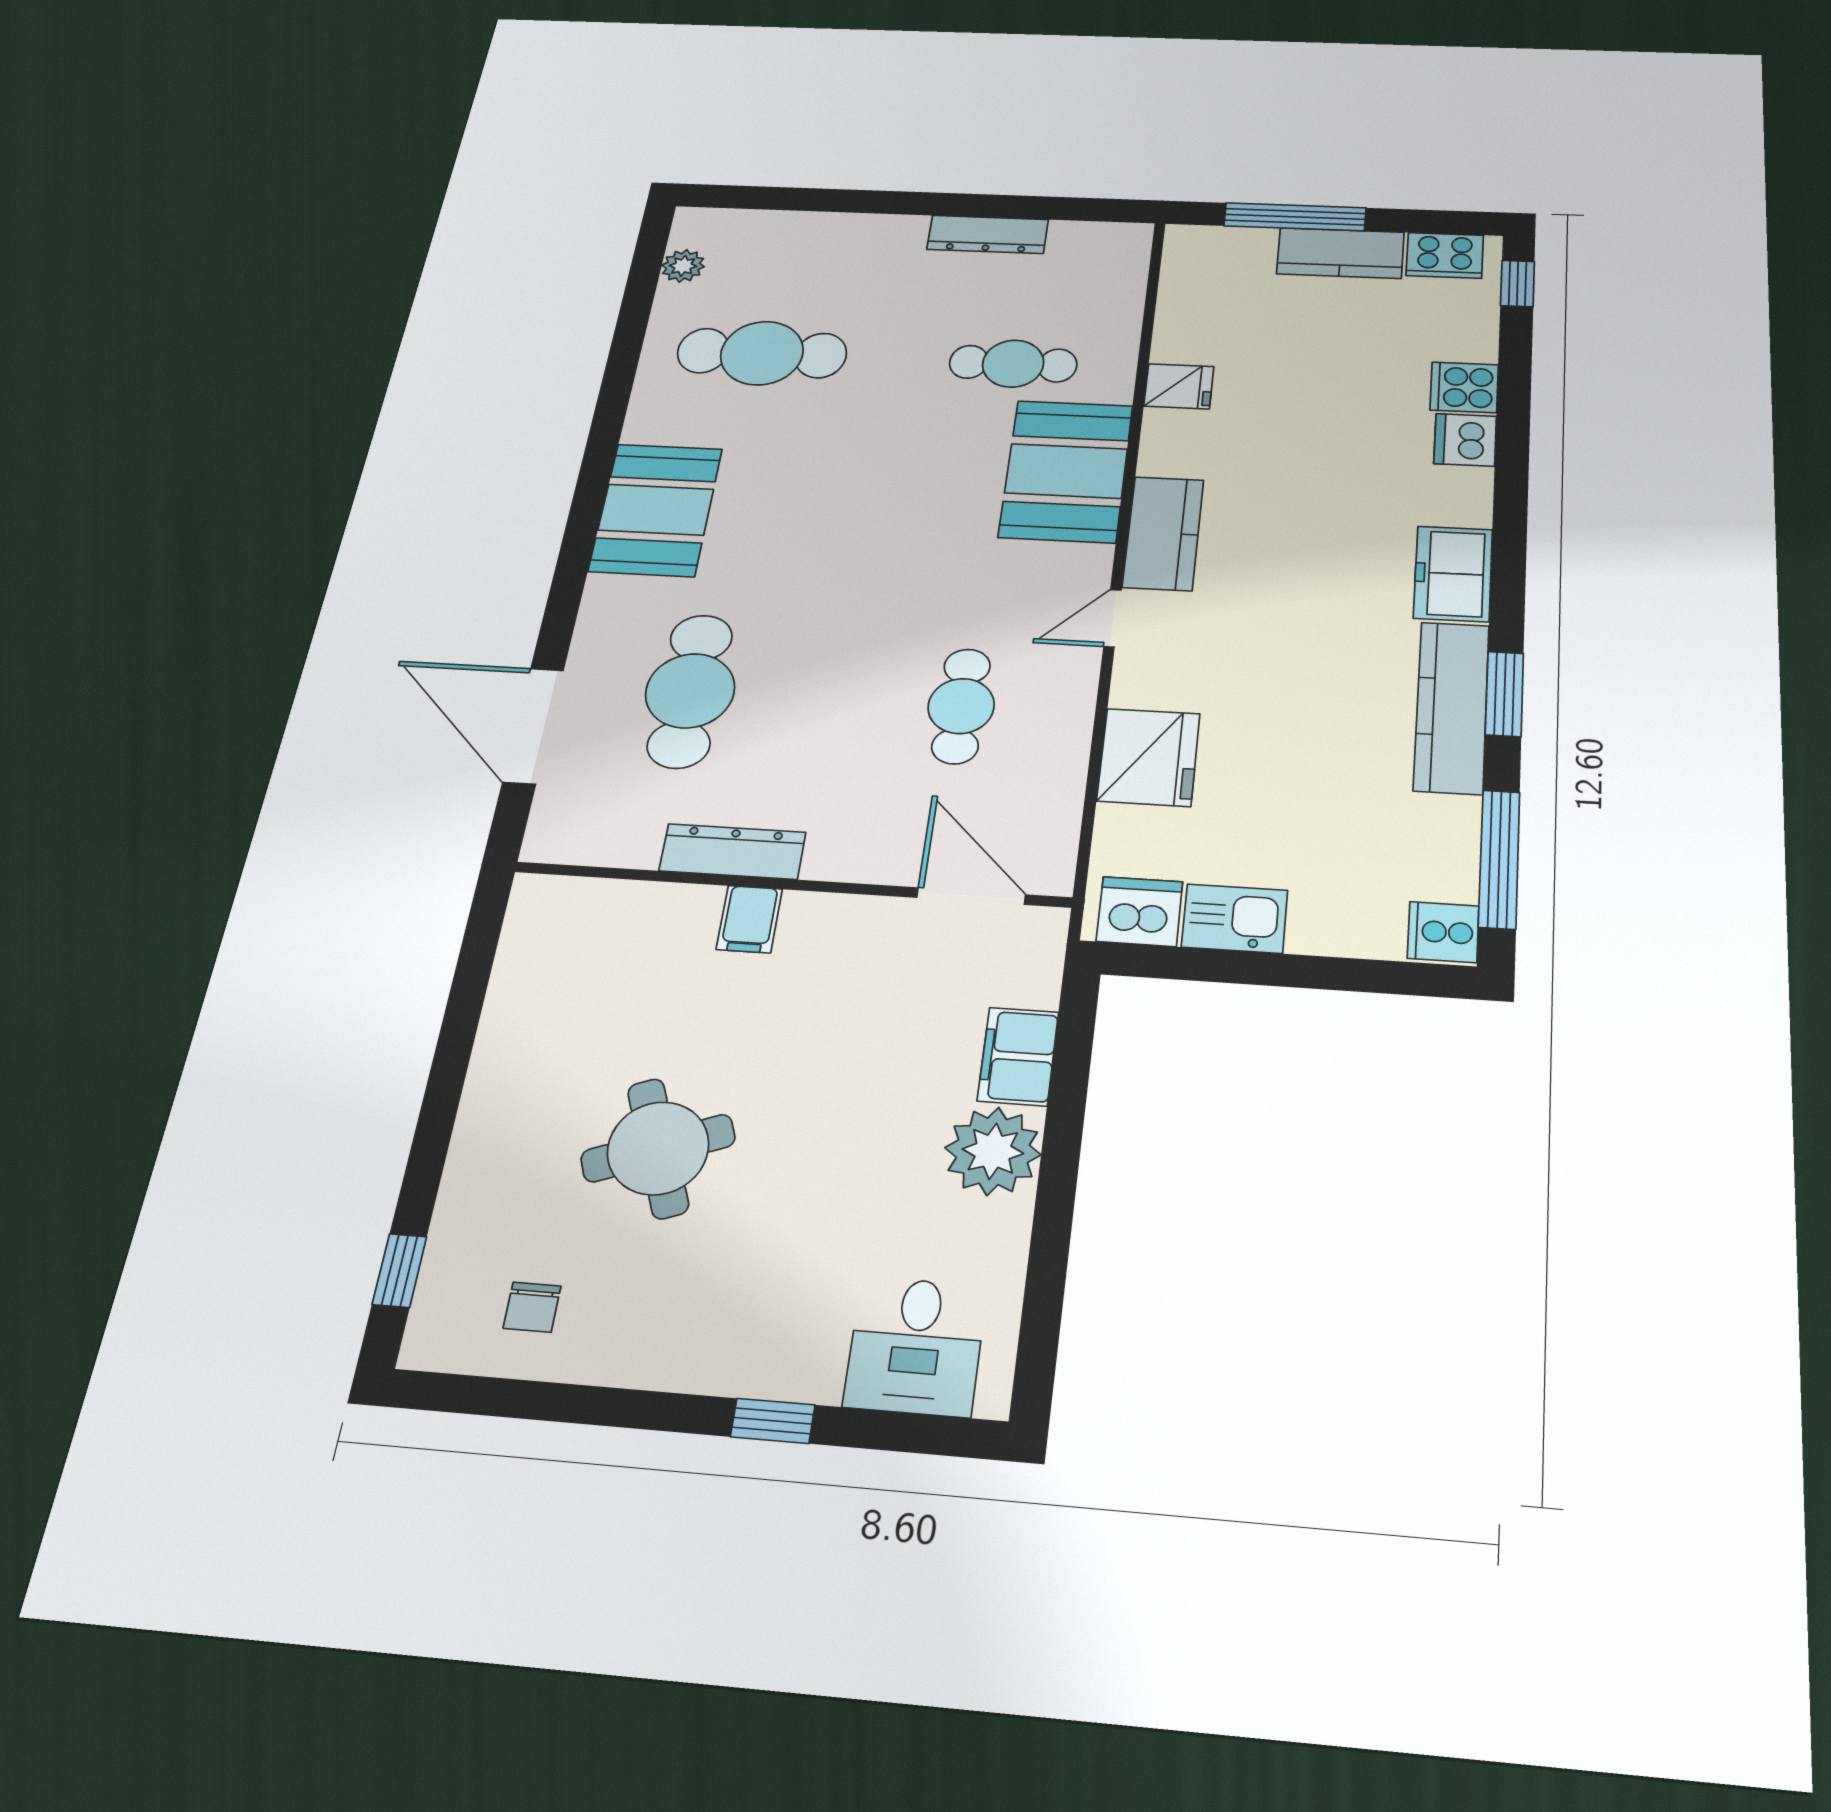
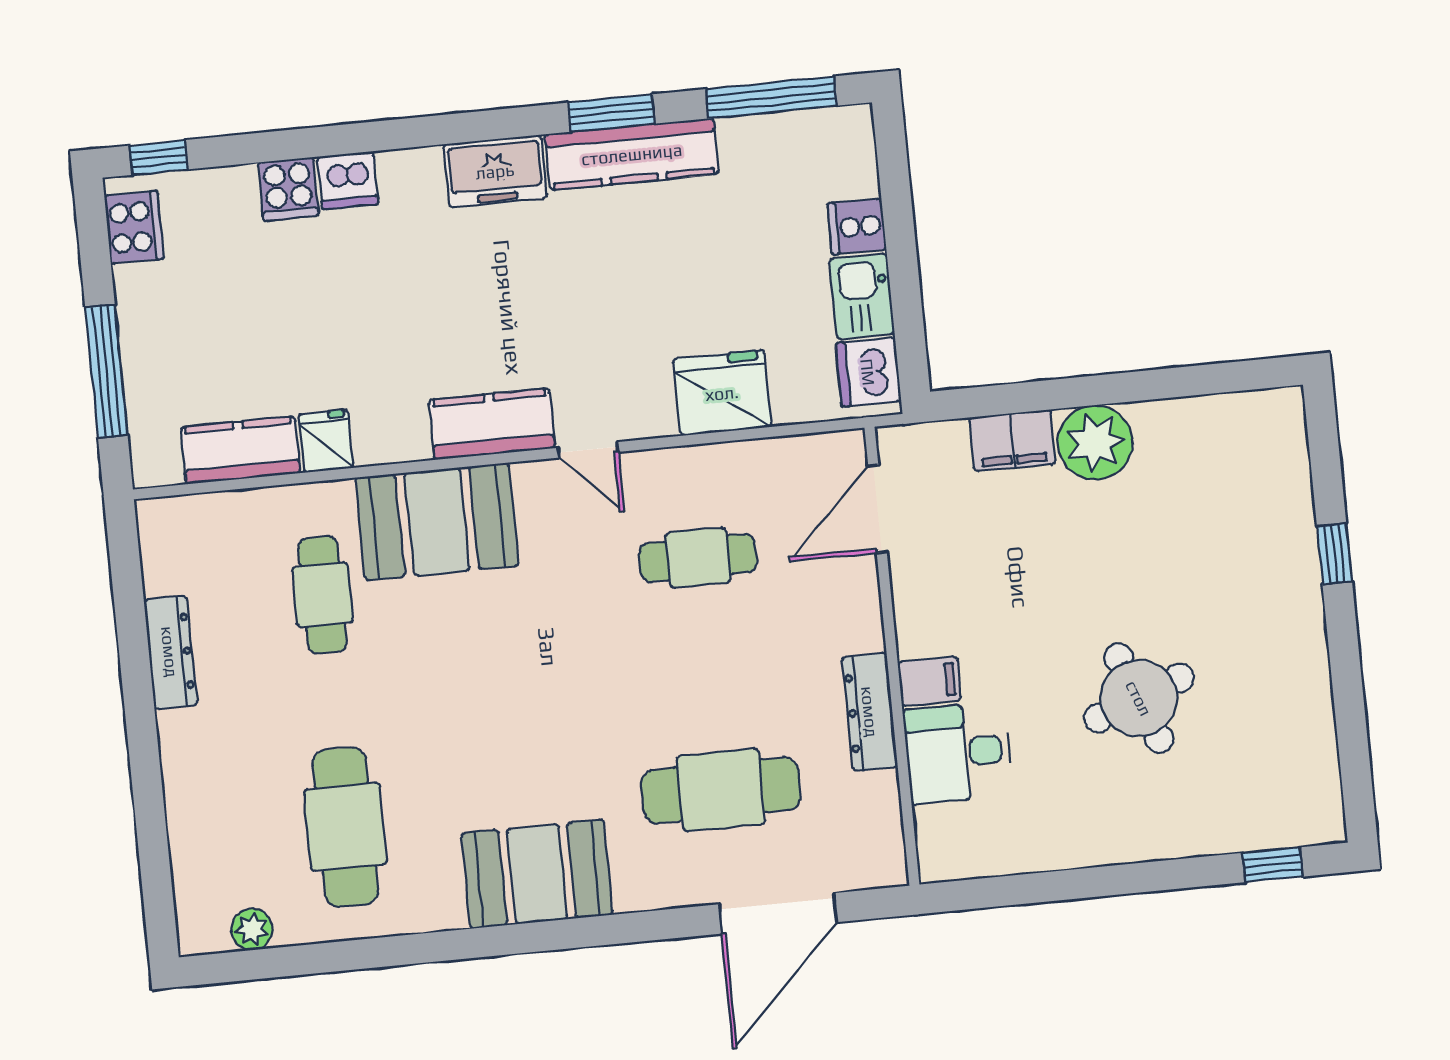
kitchen counter: (1340, 253) -> (240, 450), moved, turned -90
cooker: (1443, 932) -> (857, 227), moved, turned 90
chair: (532, 1307) -> (1282, 756), removed
desk: (916, 1346) -> (958, 753), moved, turned 180

